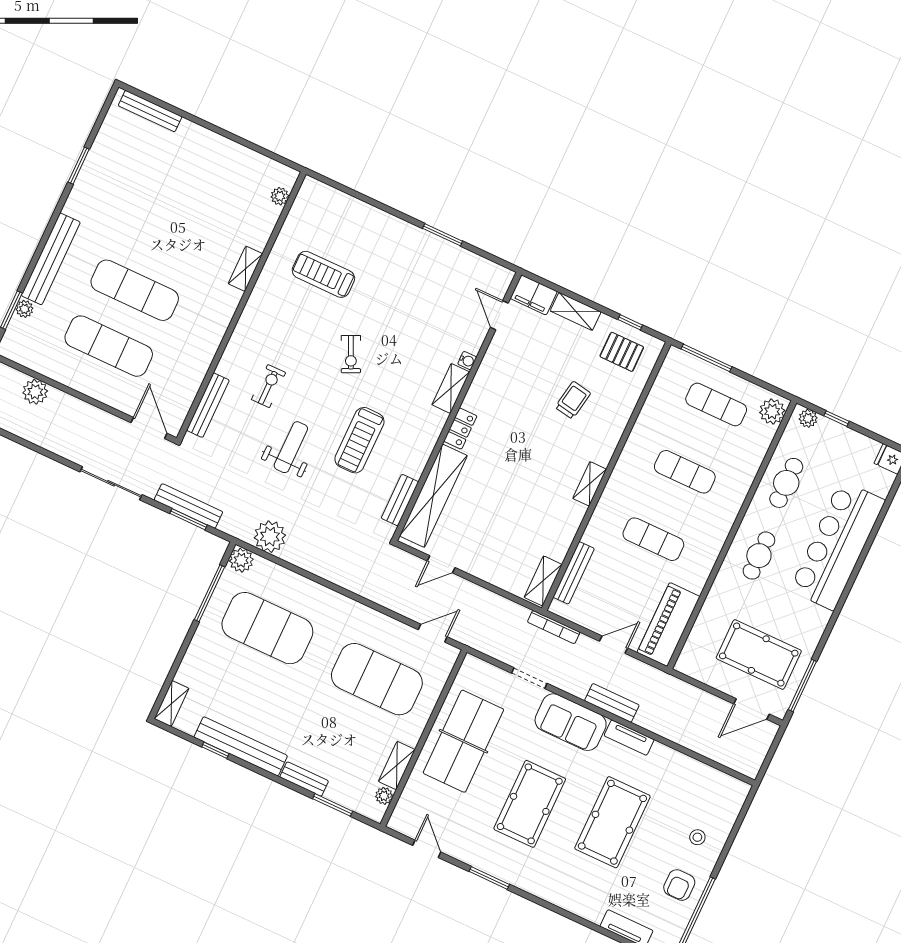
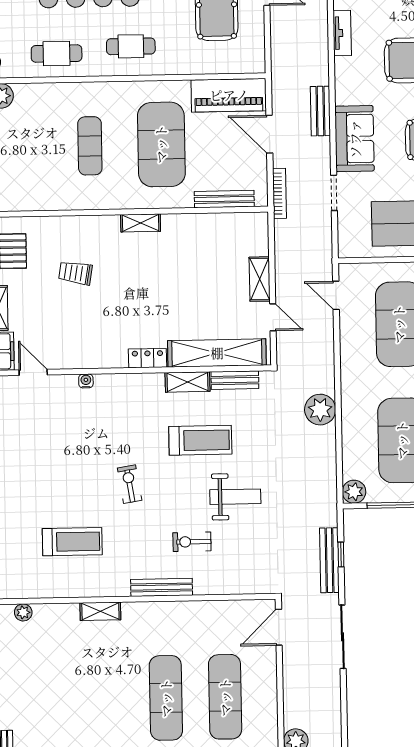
treadmill: (323, 274) -> (72, 542), turned -90
door: (499, 315) -> (33, 372), swing flipped
exercise bike: (351, 354) -> (130, 484), turned -74
shelving: (451, 388) -> (187, 382), moved
exercise mat: (716, 404) -> (18, 147), removed
bench: (208, 405) -> (162, 587), moved
weight bench: (291, 447) -> (235, 497), turned 180
window: (189, 519) -> (341, 554), width x0.67
plant: (270, 537) -> (320, 410), moved
exercise mat: (653, 539) -> (161, 144), width x2.00, depth x1.45
shelving: (543, 581) -> (260, 279), moved, turned 90
door: (614, 645) -> (269, 134), width x1.38
tv unit: (629, 738) -> (342, 33), moved

